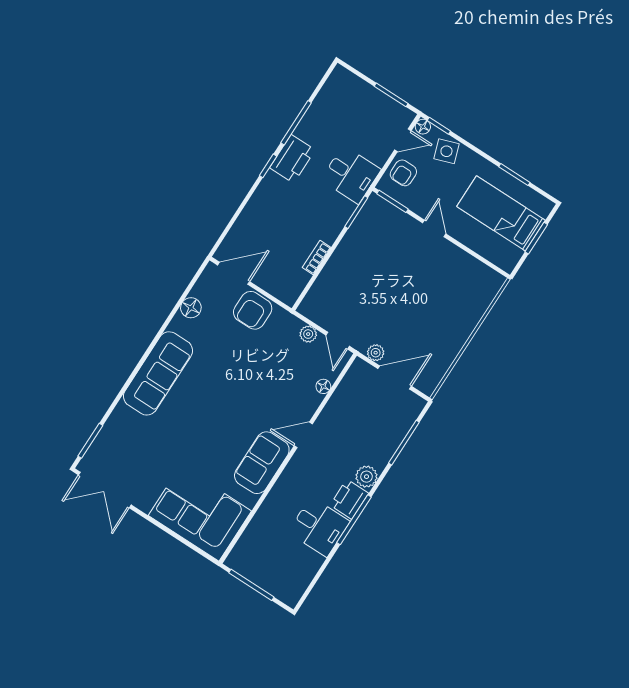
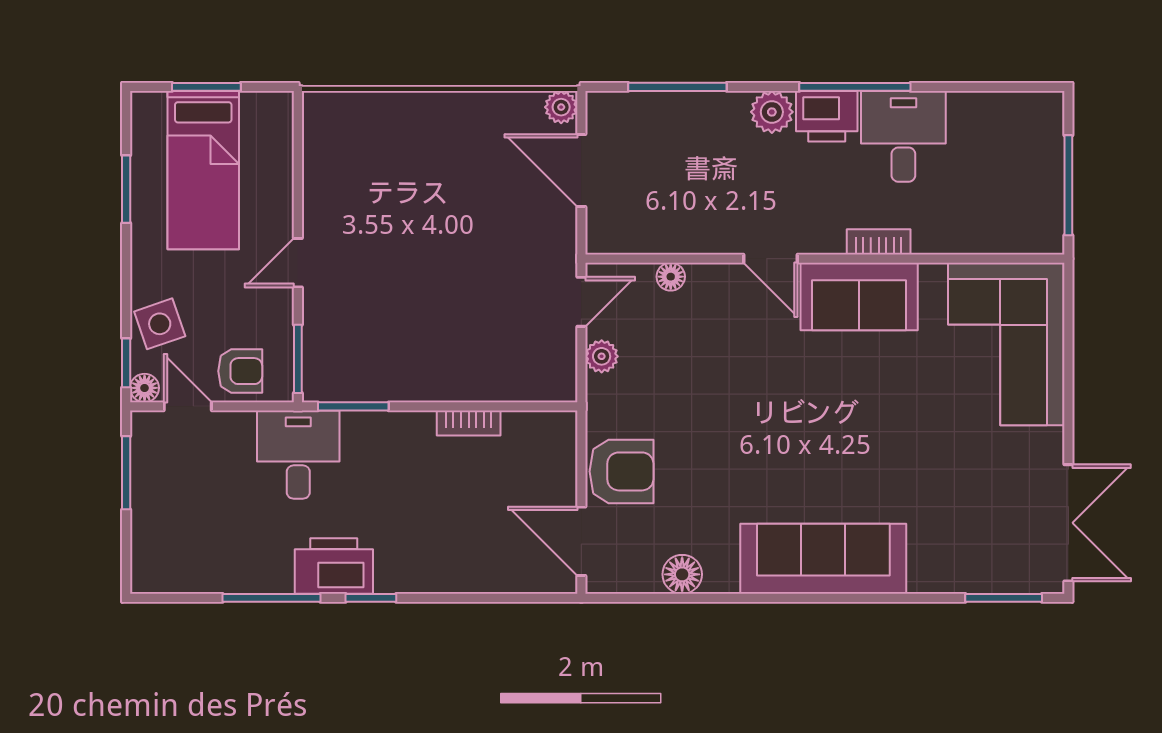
plant: (376, 353) -> (561, 107), moved
bookcase: (280, 486) -> (879, 242), added

